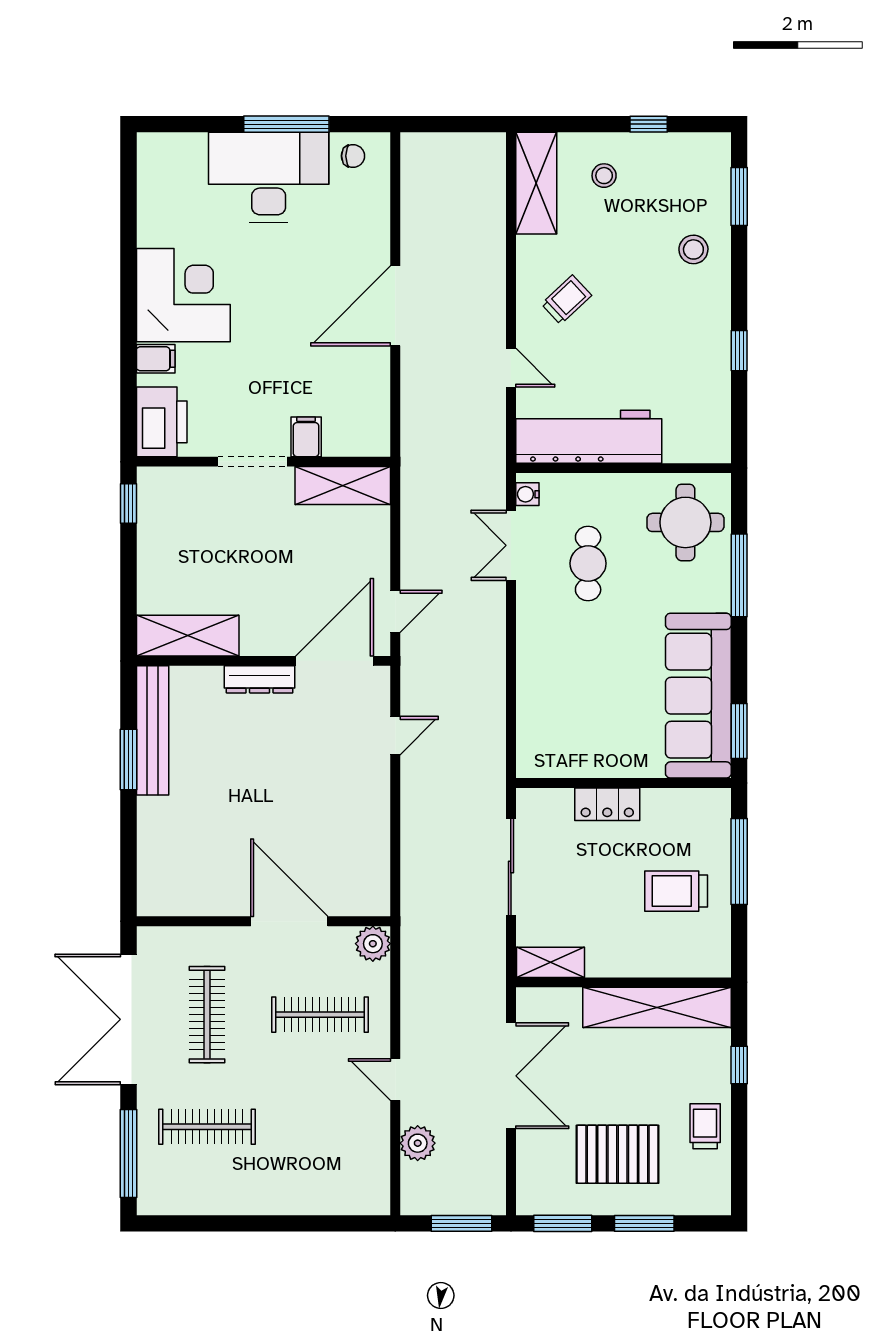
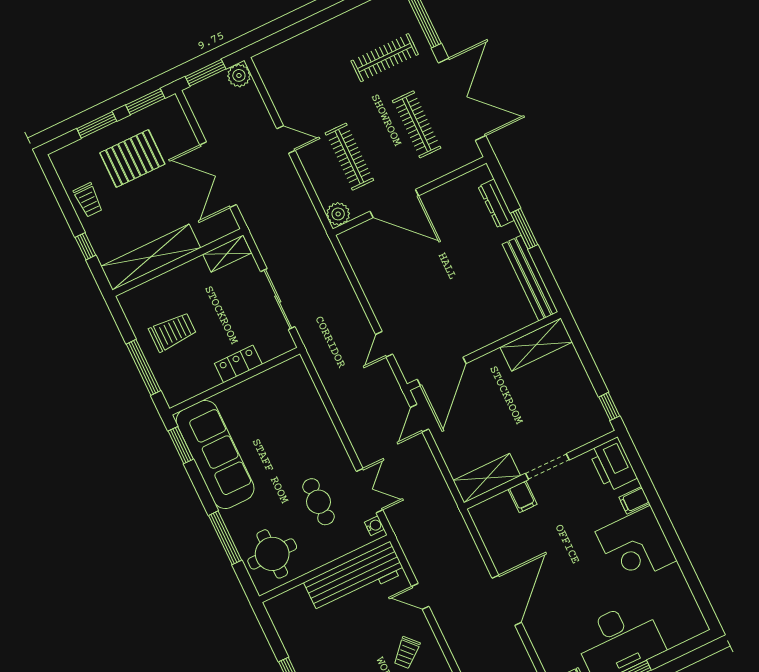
dresser: (260, 679) -> (496, 204), moved, turned -90
window: (129, 760) -> (524, 229), moved
clothes rail: (320, 1015) -> (349, 157), turned 90
plant: (418, 1143) -> (239, 75), moved

